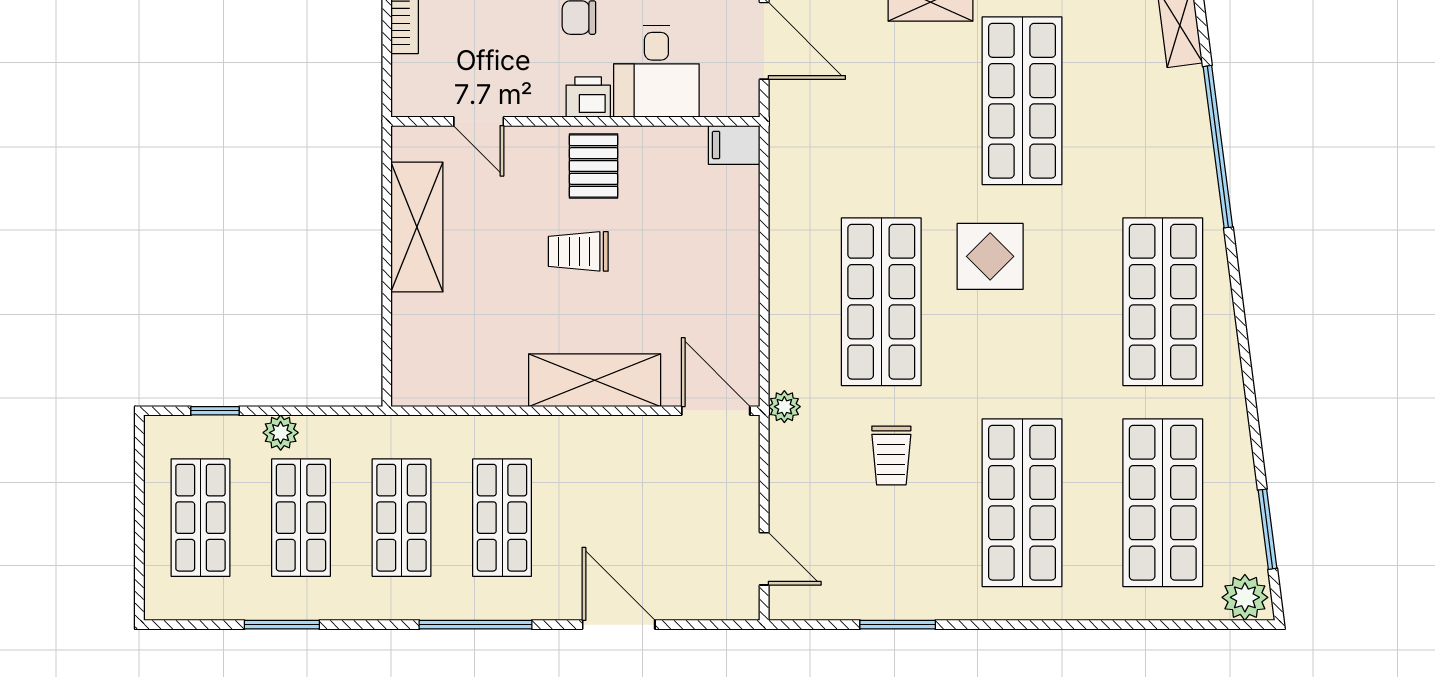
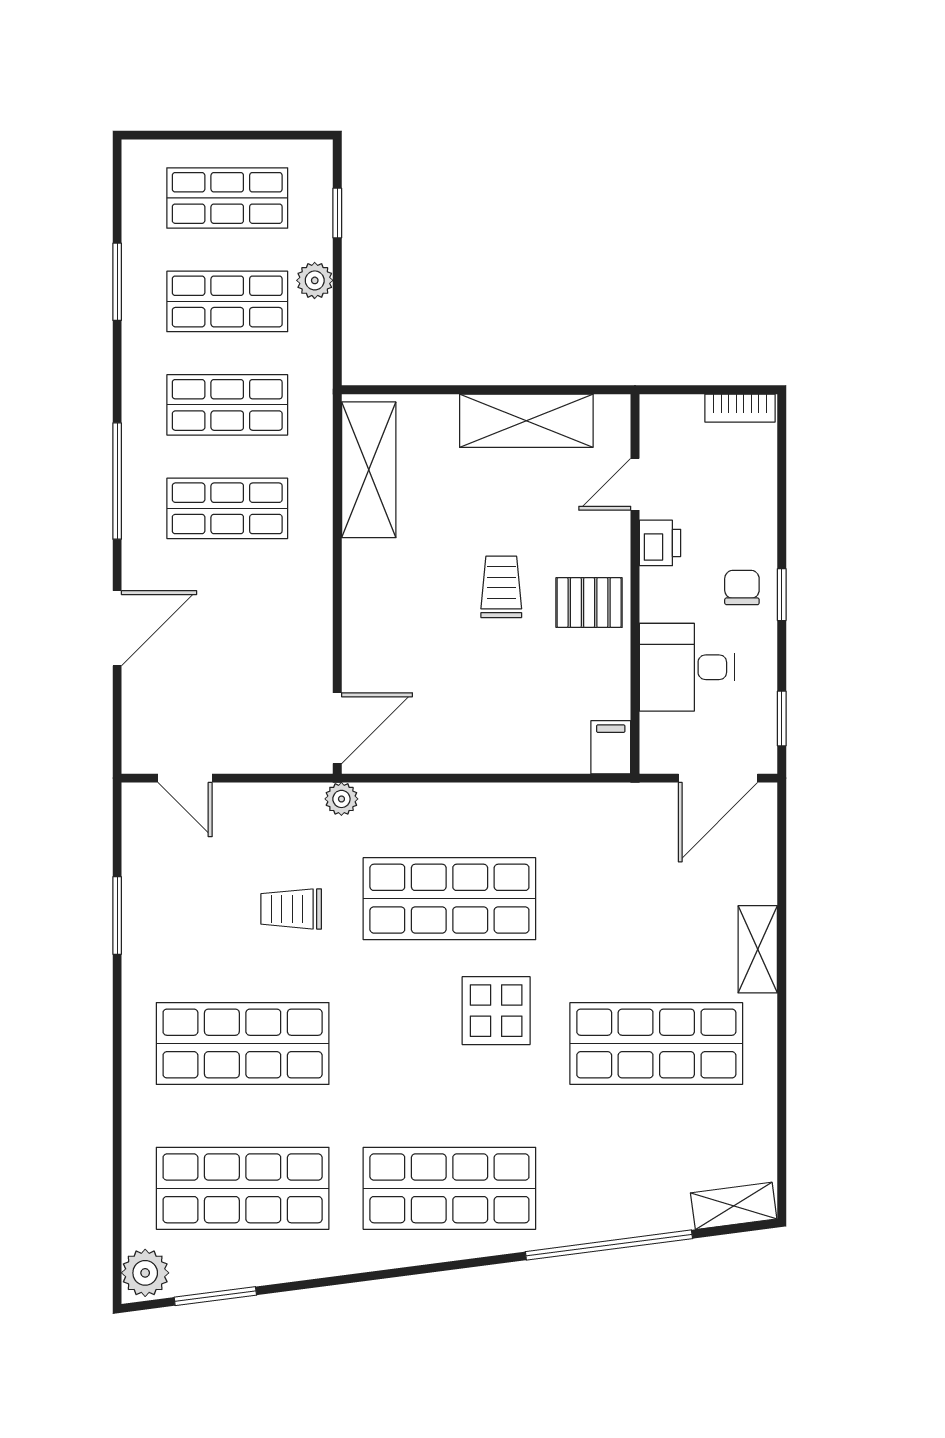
printer: (588, 97) -> (660, 543), moved
shelving: (595, 380) -> (369, 470), moved
door: (764, 559) -> (185, 778), hinge flipped

